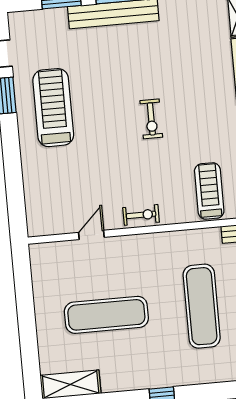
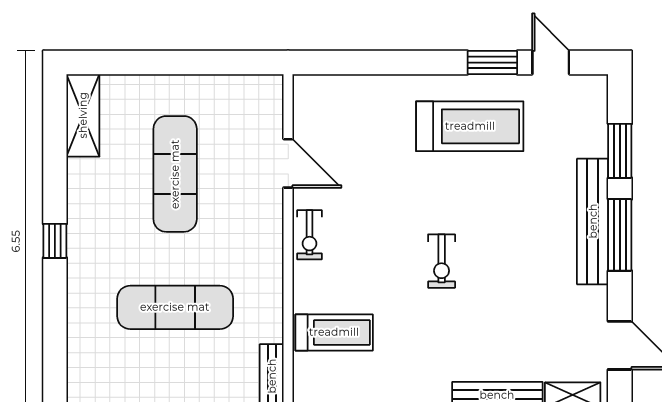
exercise bike: (151, 119) -> (442, 261), turned -90
door: (91, 235) -> (288, 163), width x1.38

